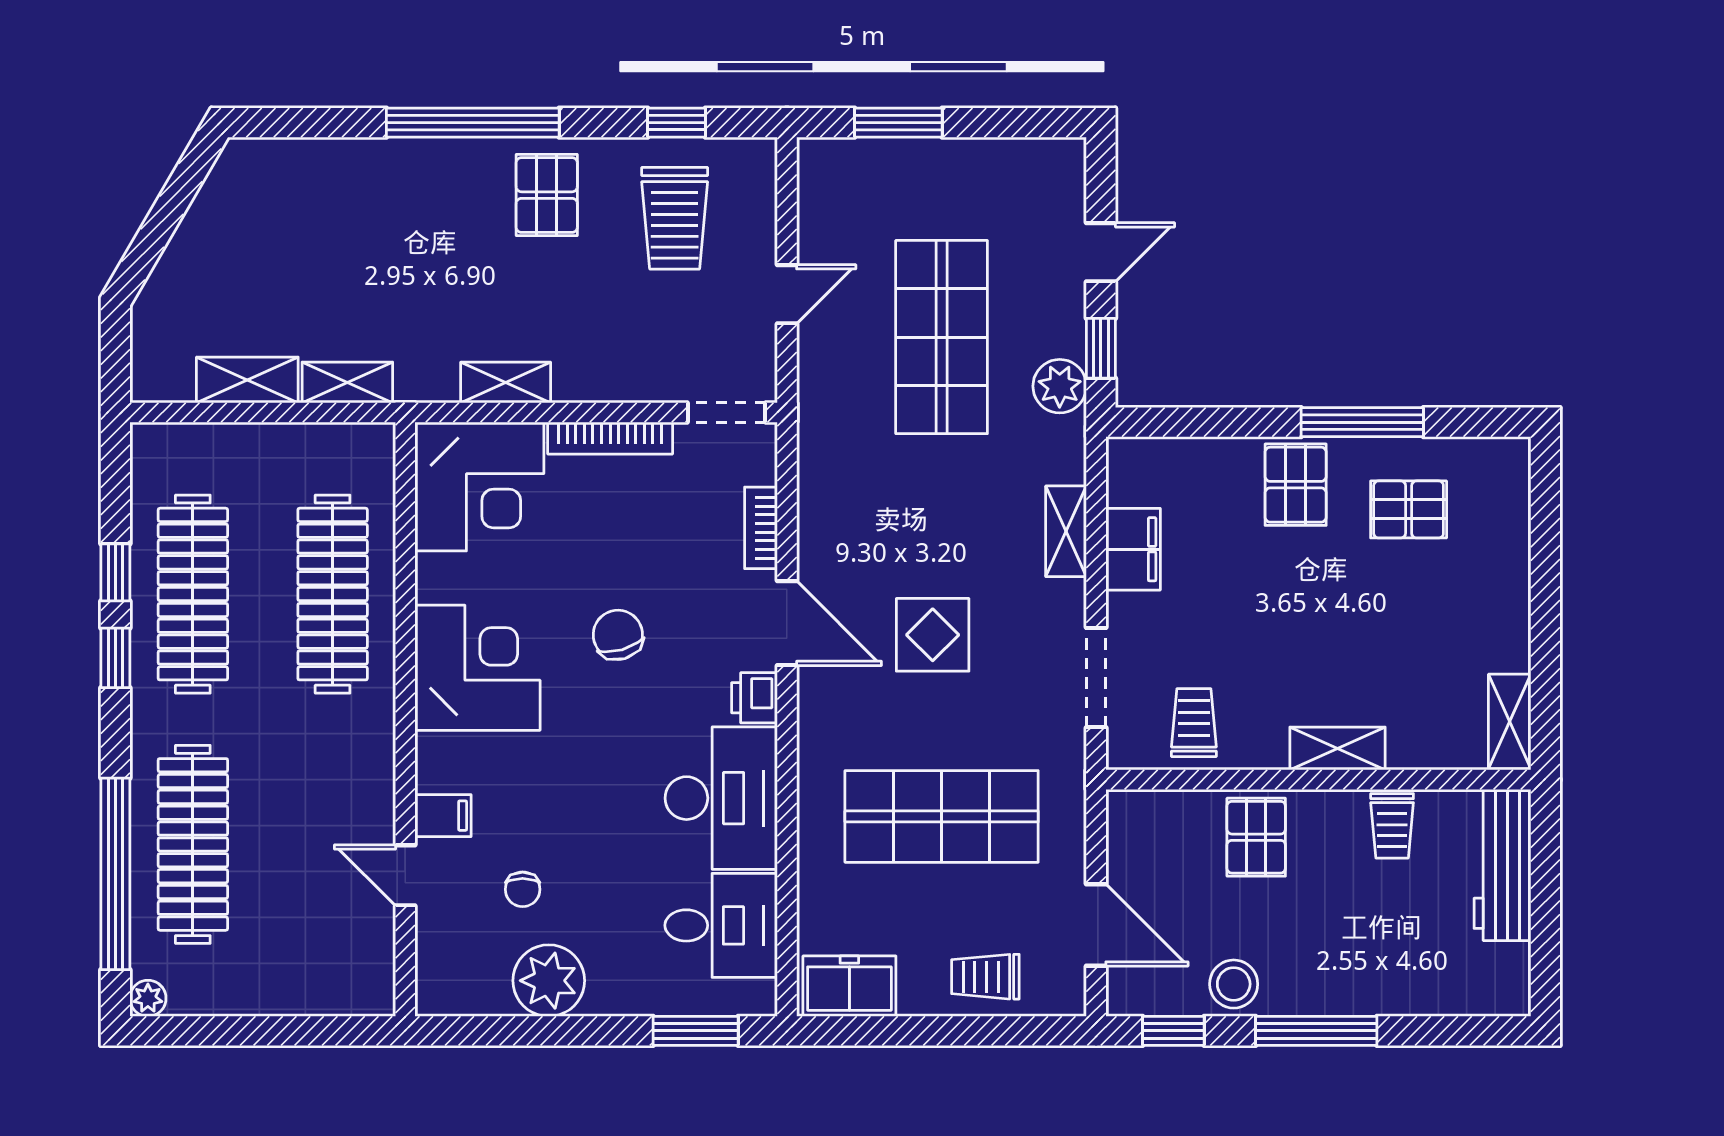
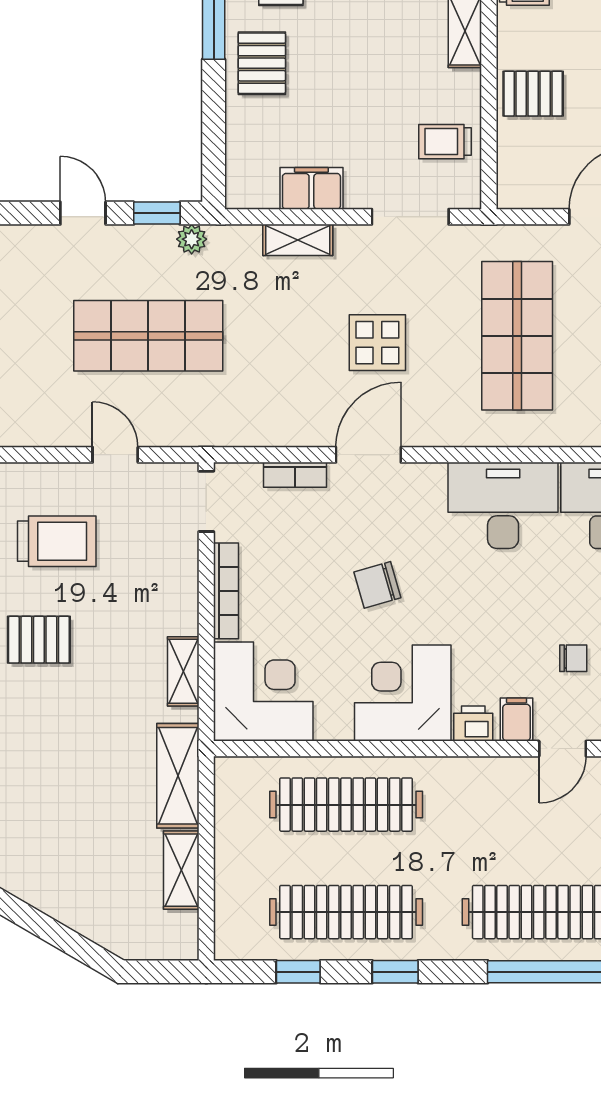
shelving: (347, 382) -> (178, 776), width x1.50, depth x1.33
plant: (1060, 386) -> (192, 239), width x0.73, depth x0.73
pallet: (1296, 485) -> (262, 63), turned 90
window: (115, 572) -> (298, 972), moved
printer: (754, 698) -> (473, 724), moved, turned 180

